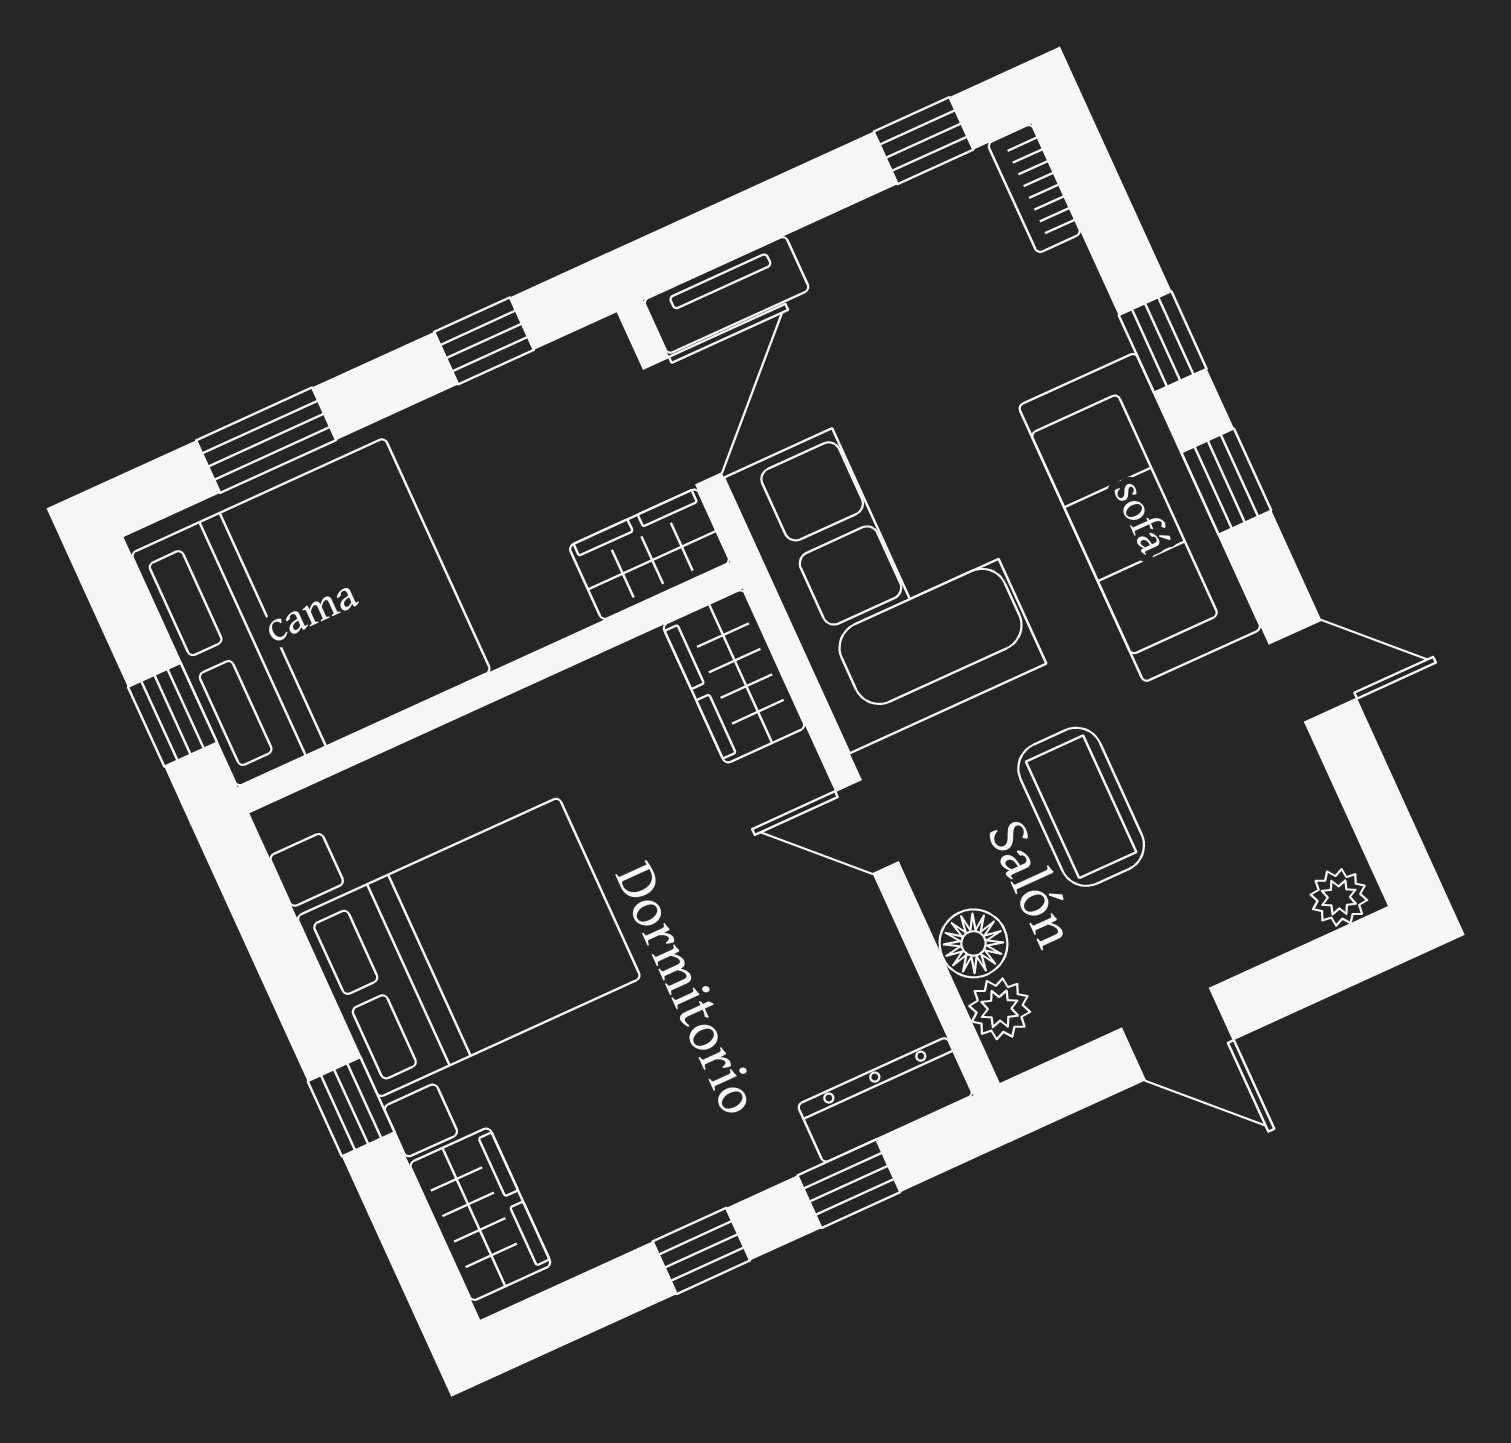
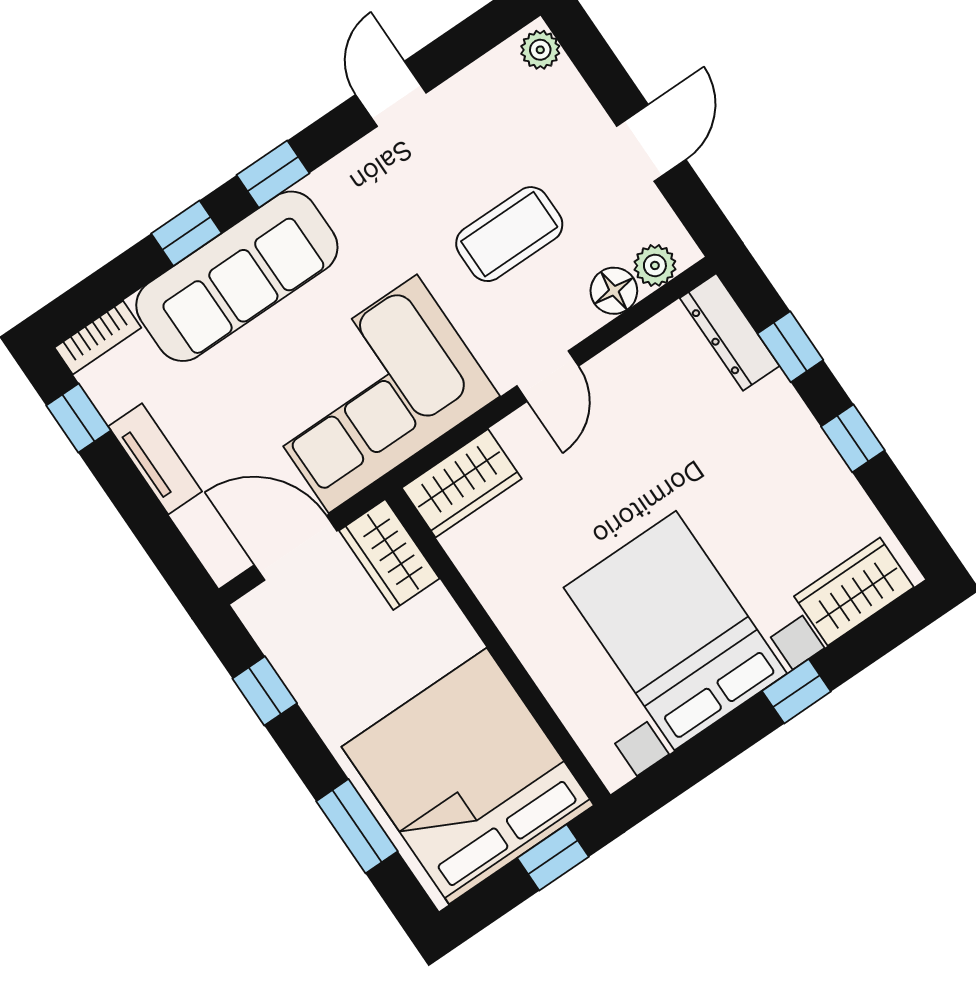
tv unit: (727, 295) -> (155, 459), moved
sofa: (1140, 517) -> (237, 276), moved

